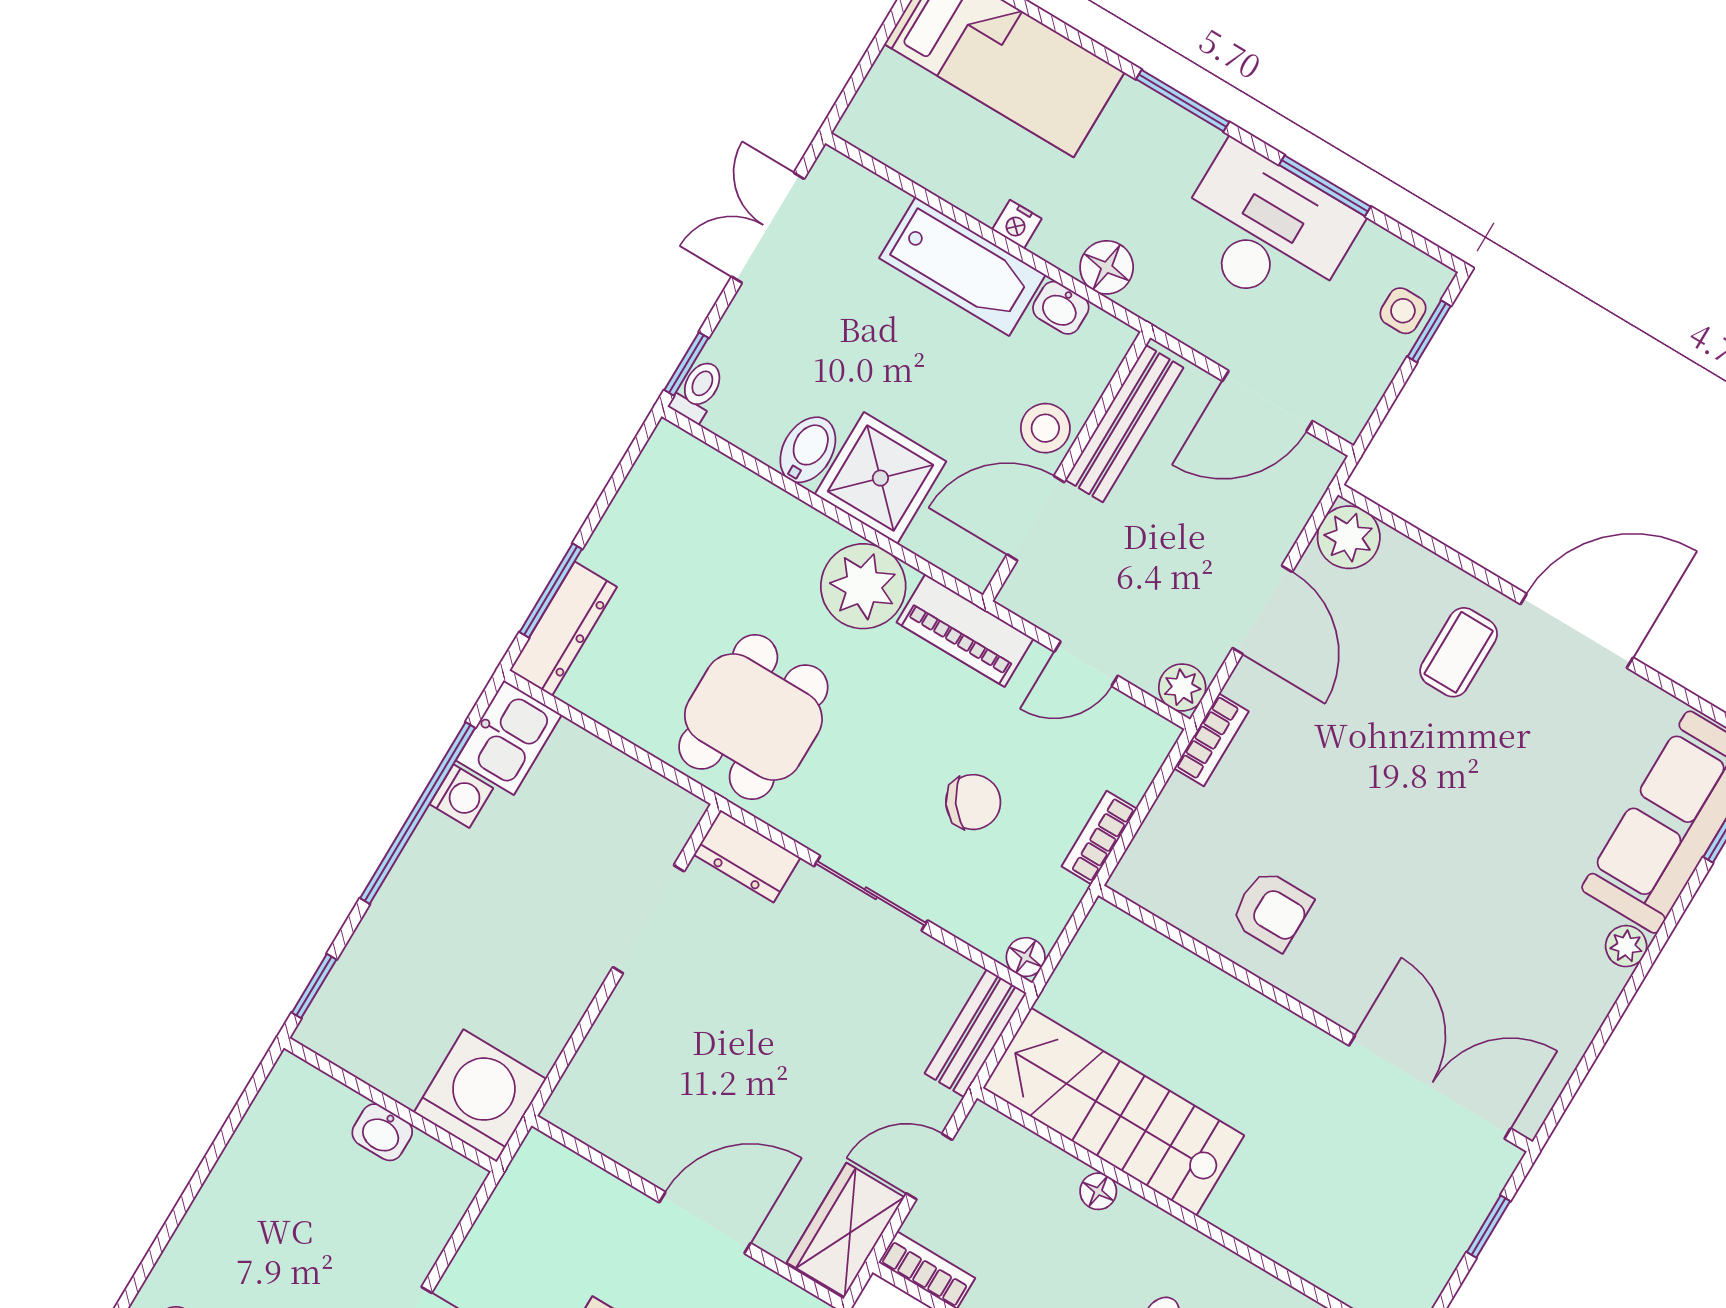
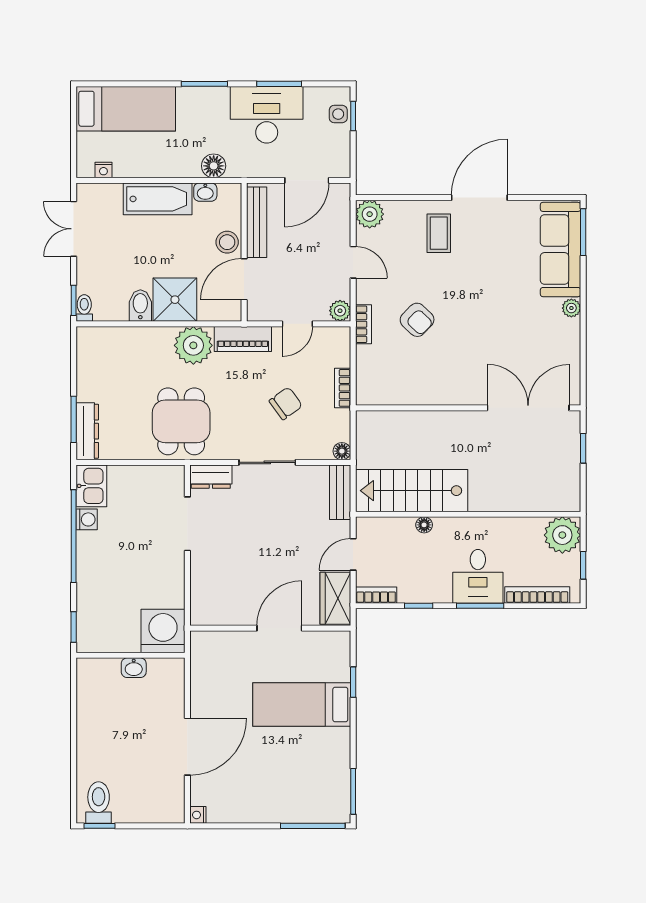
nightstand: (1017, 224) -> (103, 170), moved
door: (1262, 610) -> (353, 262), width x0.73
armchair: (1272, 910) -> (417, 320), moved, turned 44

